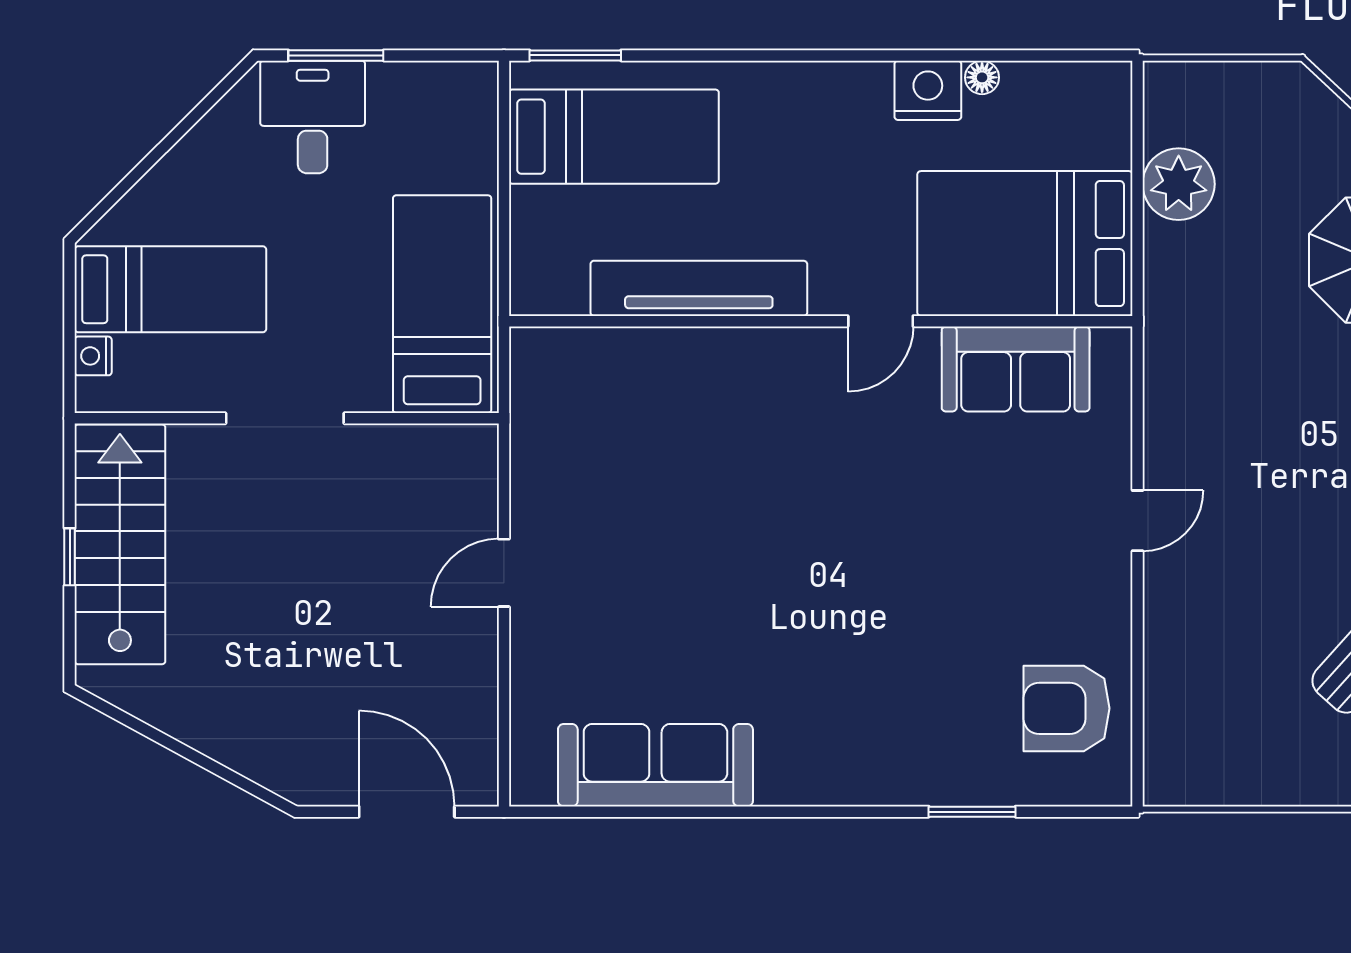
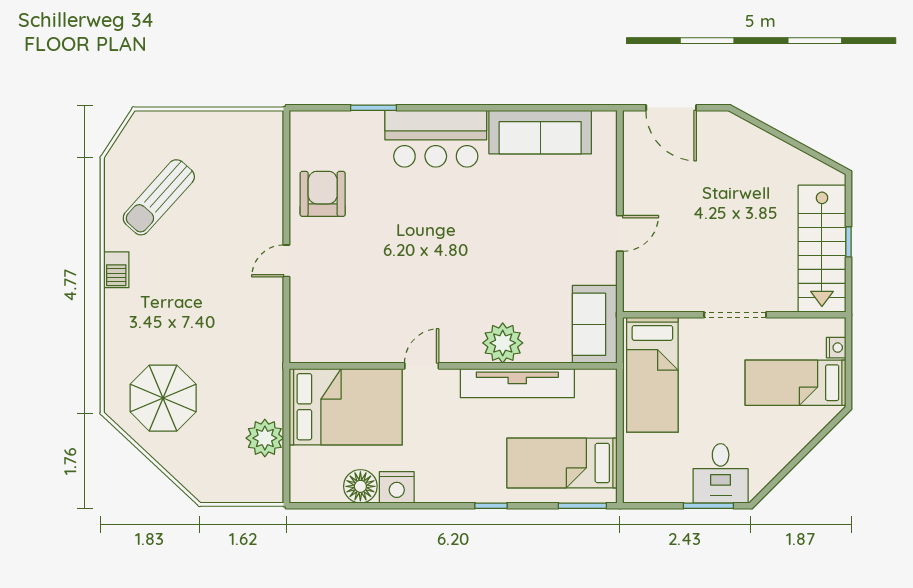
window: (749, 55) -> (491, 506), added
floor lamp: (982, 77) -> (360, 486), width x1.89, depth x1.89
plant: (727, 365) -> (503, 343), added
sofa: (1016, 369) -> (595, 324), moved, turned -90
armchair: (1066, 708) -> (323, 194), moved, turned -90
bar counter: (854, 753) -> (436, 139), added

